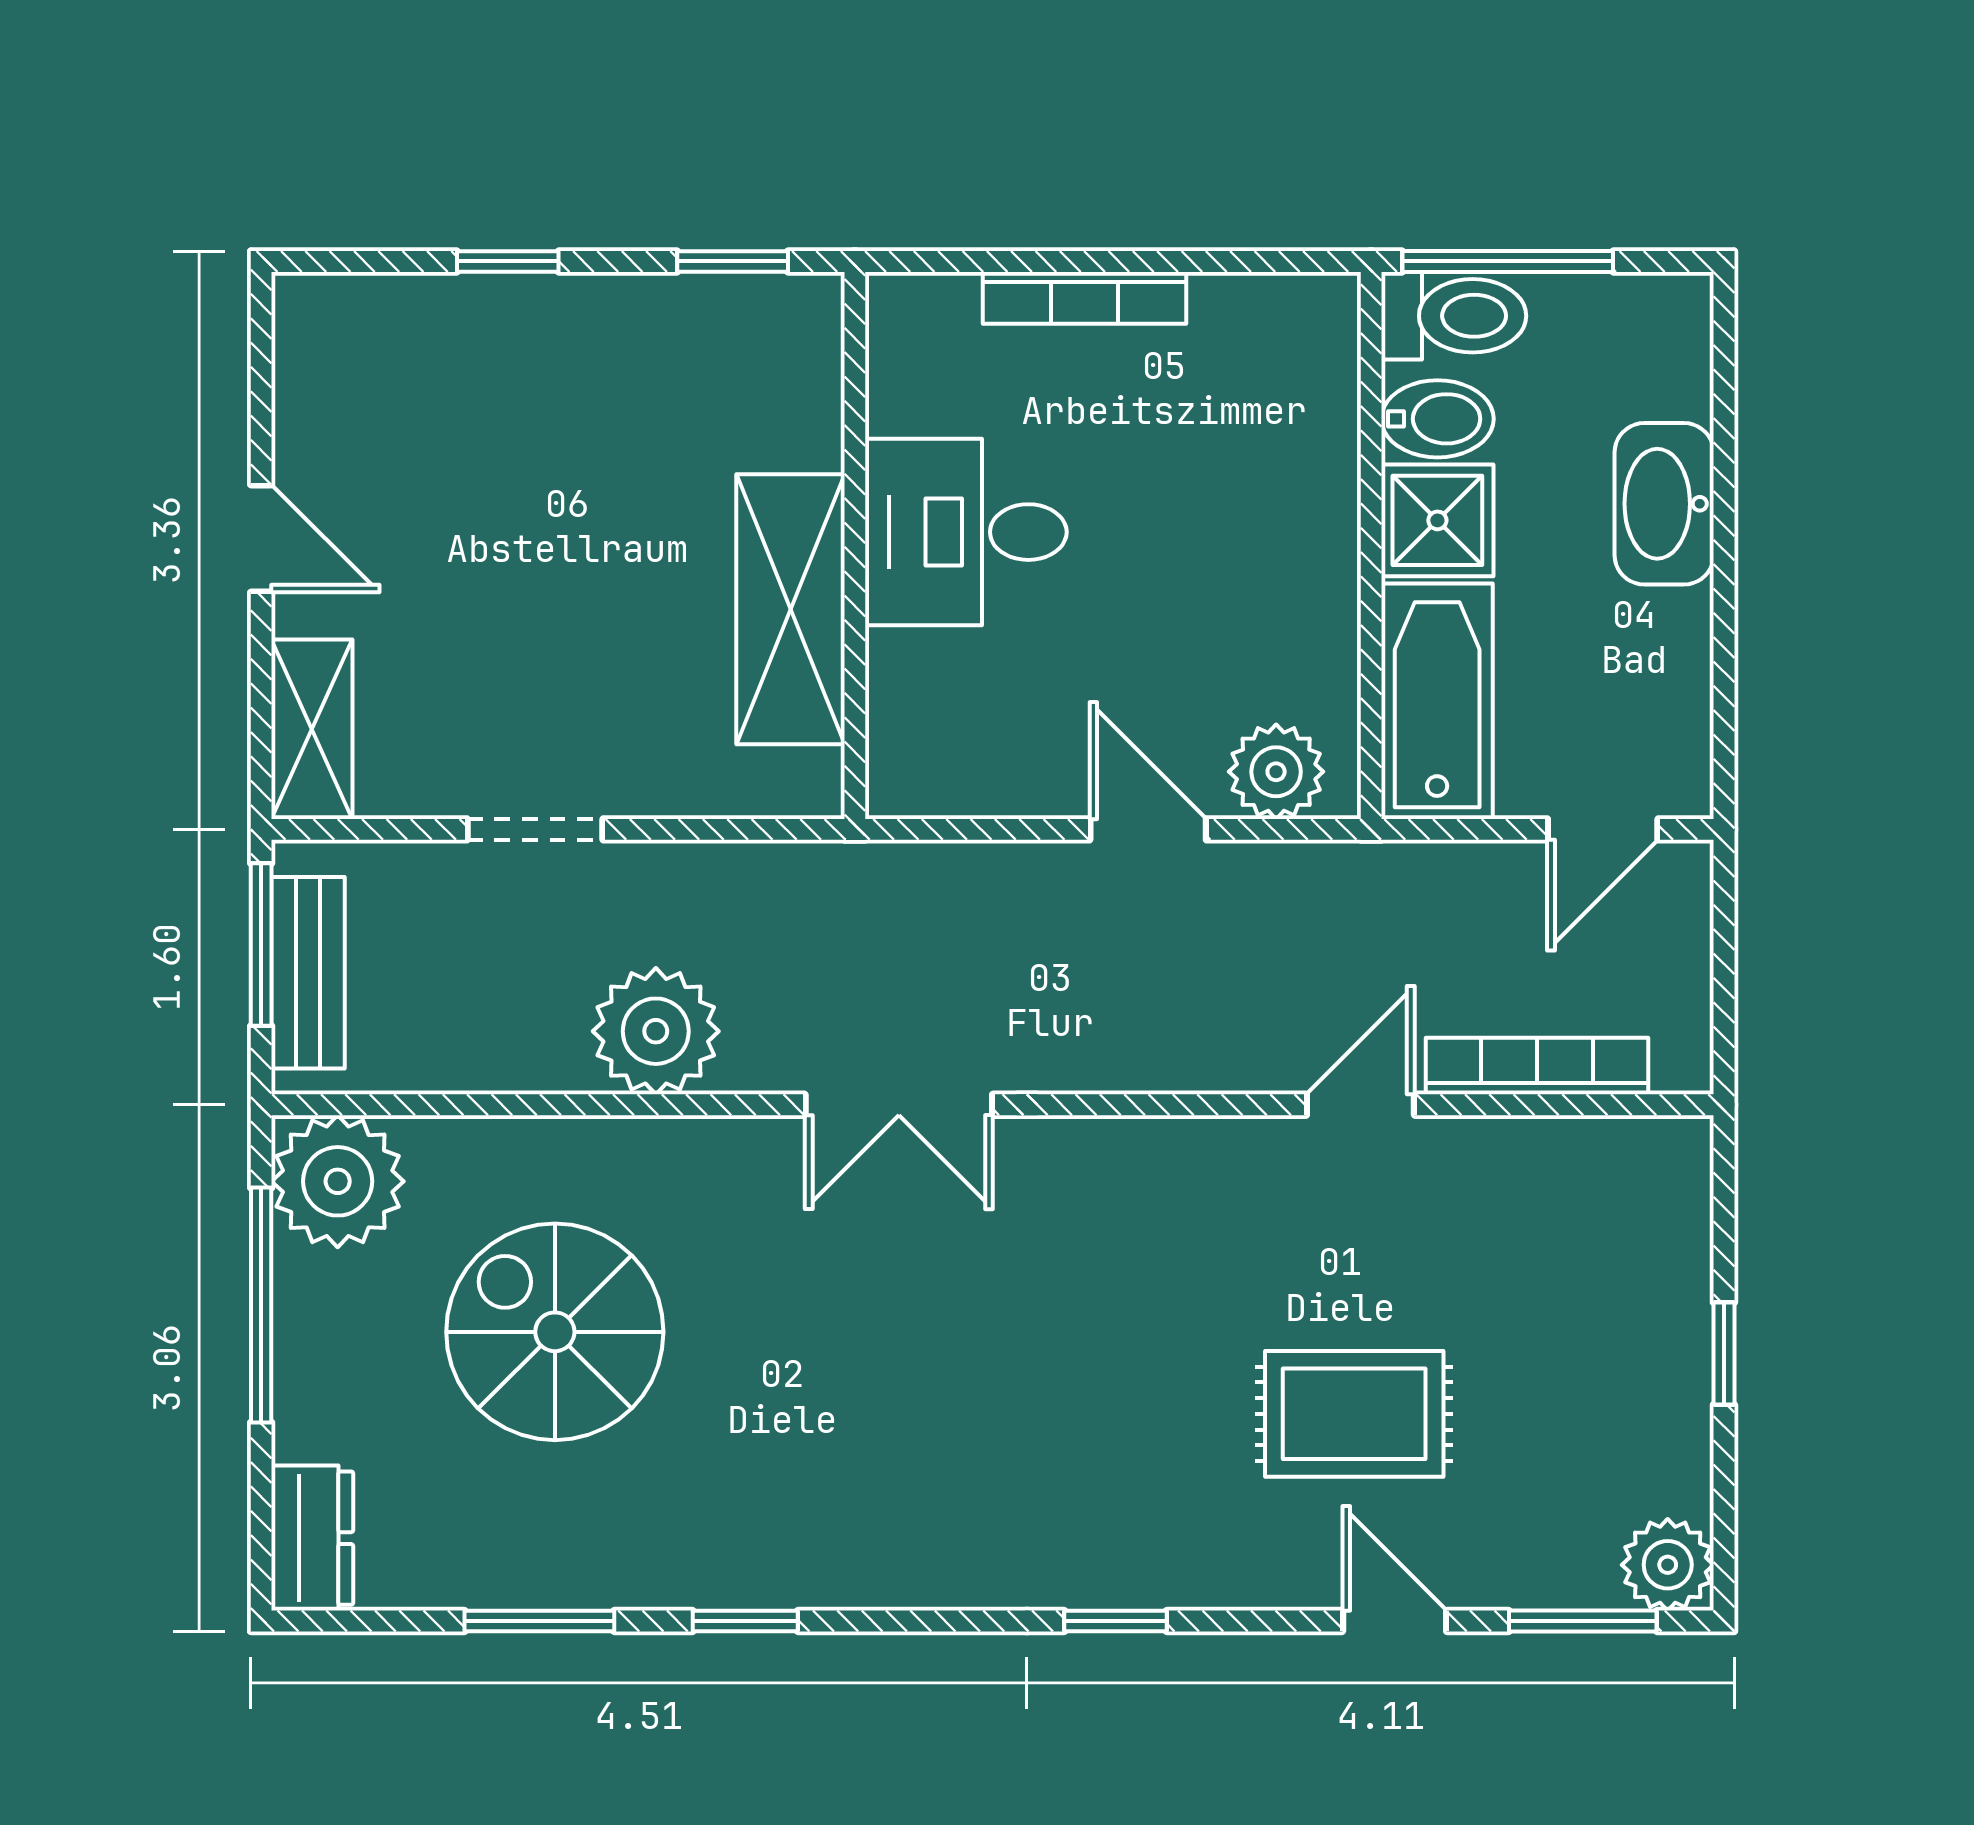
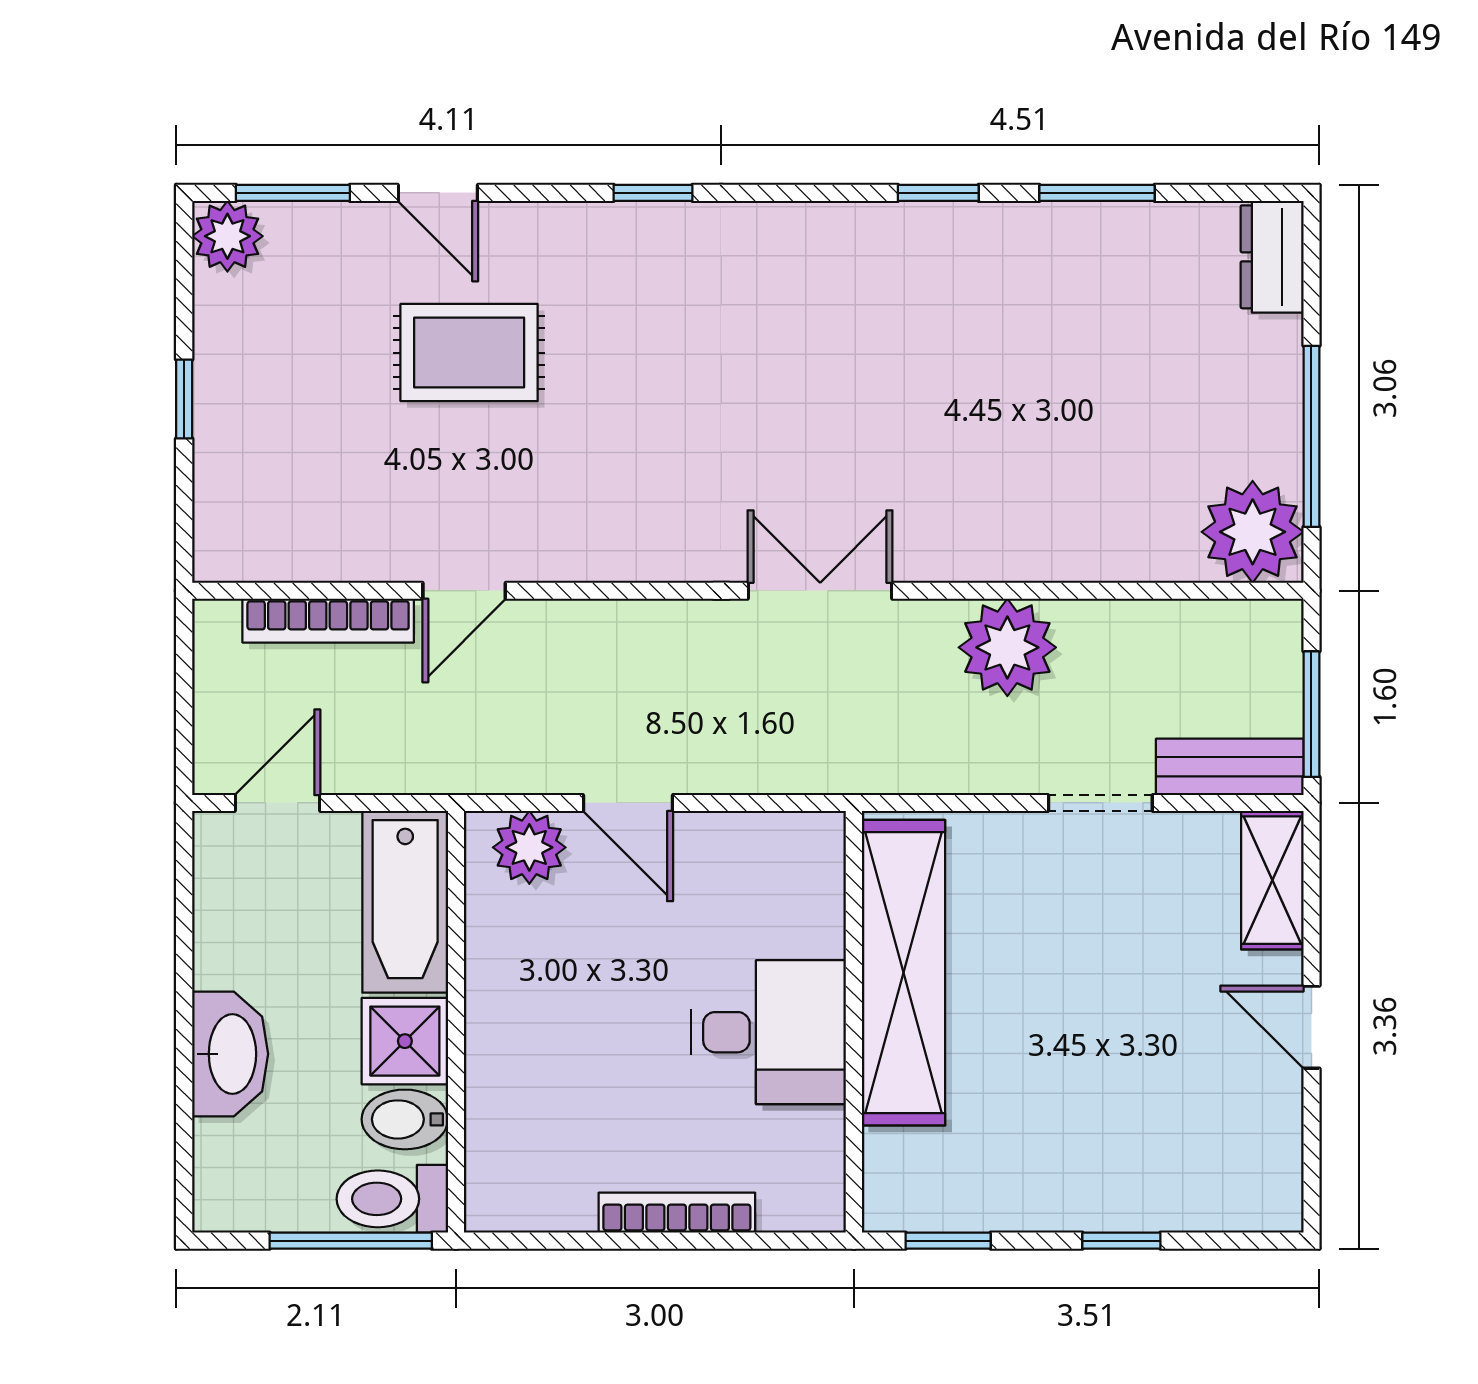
shelving: (790, 609) -> (904, 973), width x1.47
bench: (308, 973) -> (1230, 767), moved, turned 90
spiral stairs: (555, 1332) -> (1085, 416), removed

